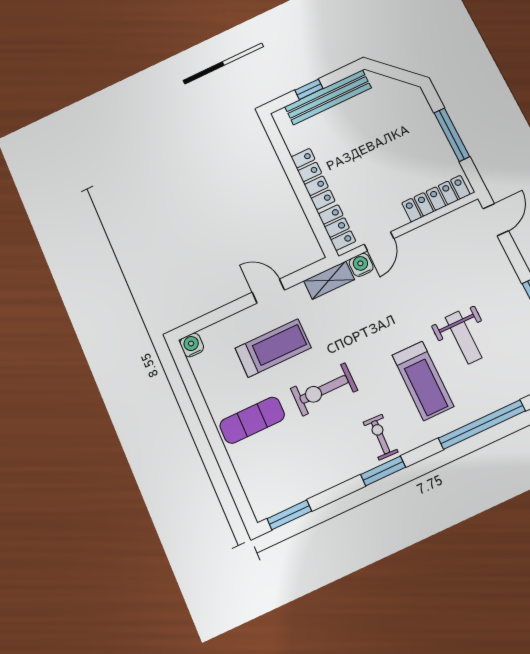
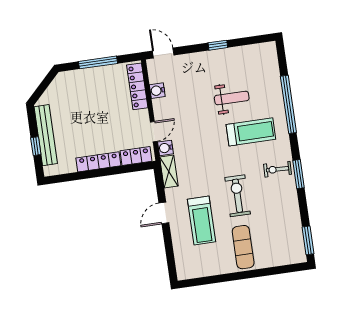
door: (379, 241) -> (154, 132), hinge flipped
water cooler: (192, 345) -> (157, 91), moved
treadmill: (273, 348) -> (202, 220), turned 180
exercise bike: (324, 389) -> (238, 196), turned 180

